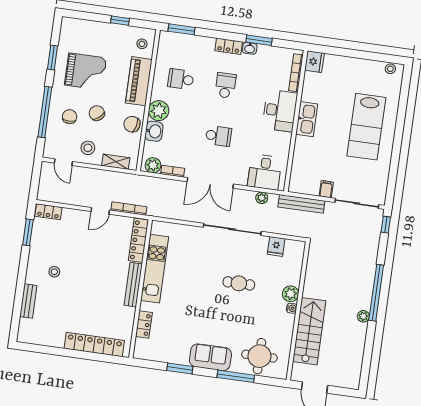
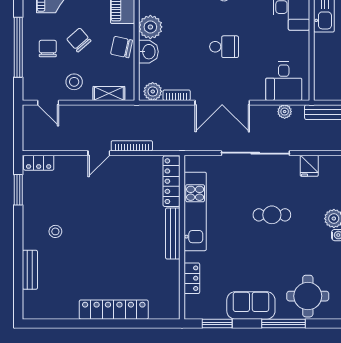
locker: (138, 240) -> (172, 181), moved
kitchen unit: (155, 269) -> (195, 211), moved
bench: (133, 285) -> (173, 234), moved
wall: (141, 289) -> (182, 237), moved
locker: (144, 325) -> (192, 278), moved

